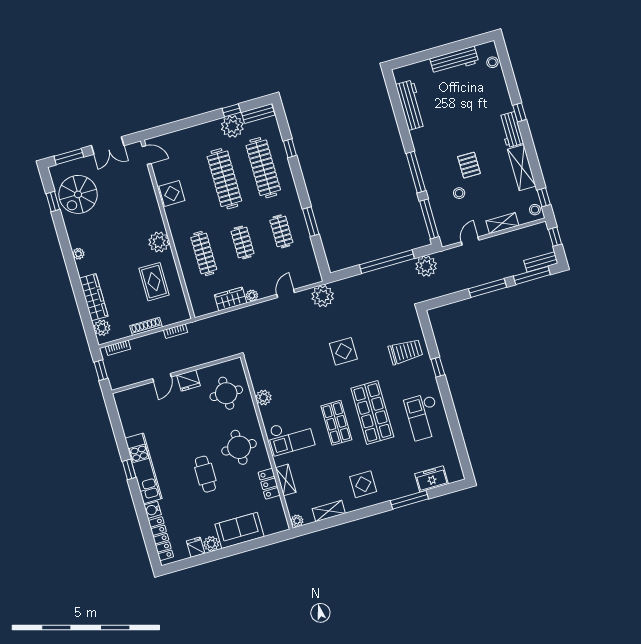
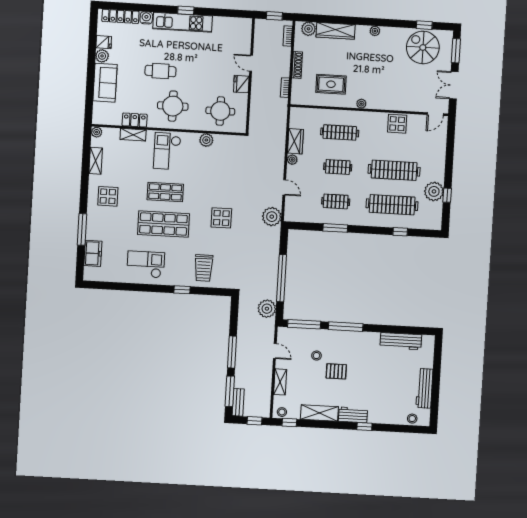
bench: (258, 114) -> (437, 216), removed
plant: (159, 242) -> (361, 104), width x0.53, depth x0.53

